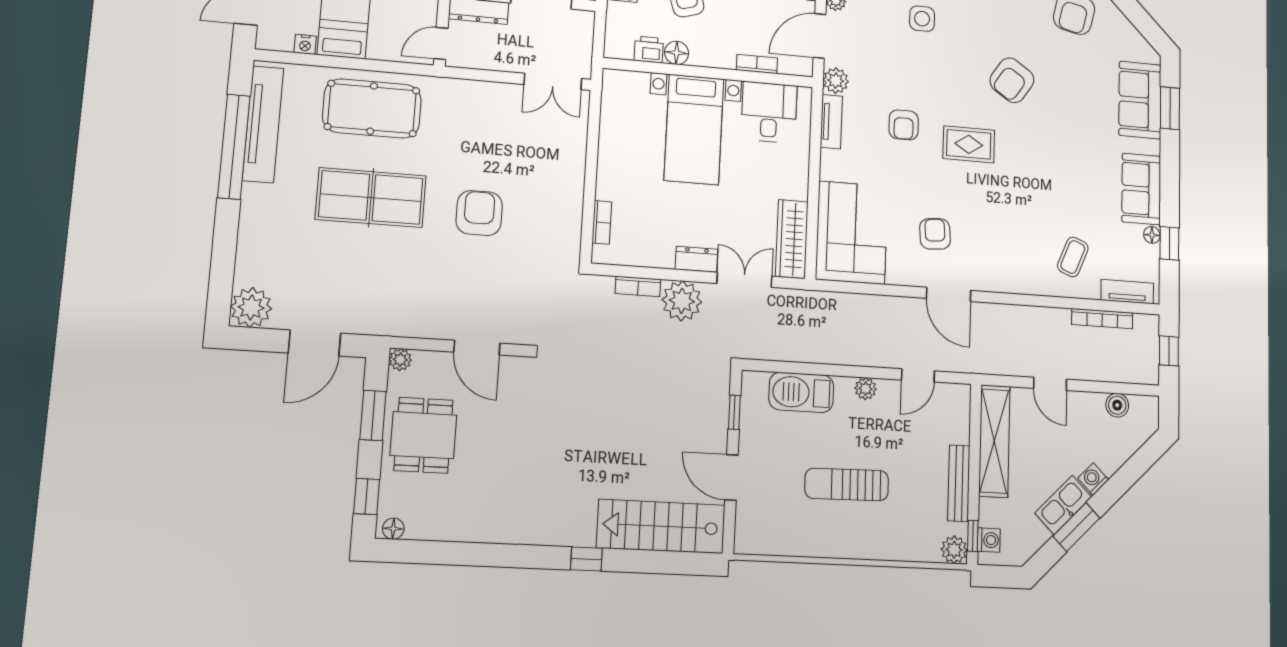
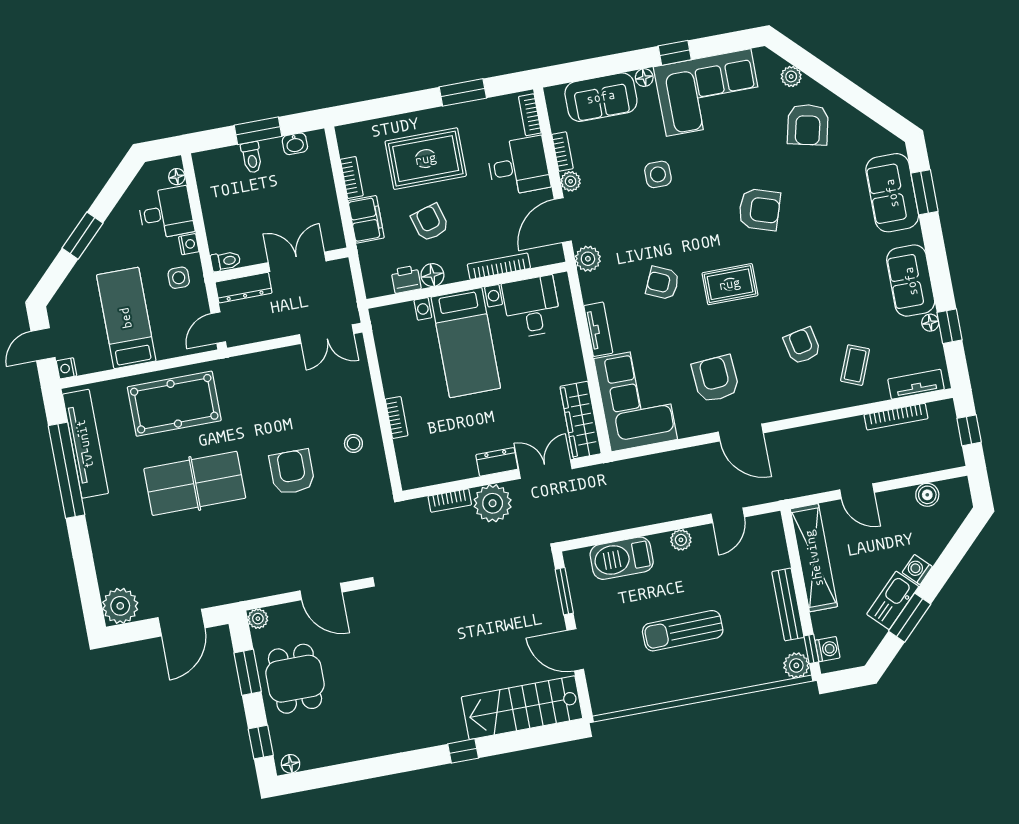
nightstand: (305, 44) -> (66, 368), moved, turned 90
bookcase: (757, 64) -> (499, 266), width x1.56
armchair: (1012, 80) -> (759, 210), turned -106
tv unit: (831, 122) -> (598, 329), moved
armchair: (904, 125) -> (663, 283), turned 114
stool: (552, 201) -> (353, 443), added
bookcase: (602, 222) -> (397, 417), moved
armchair: (1026, 224) -> (802, 346), added
armchair: (935, 234) -> (715, 379), width x1.38, depth x1.38
window: (734, 412) -> (564, 591), width x1.50

